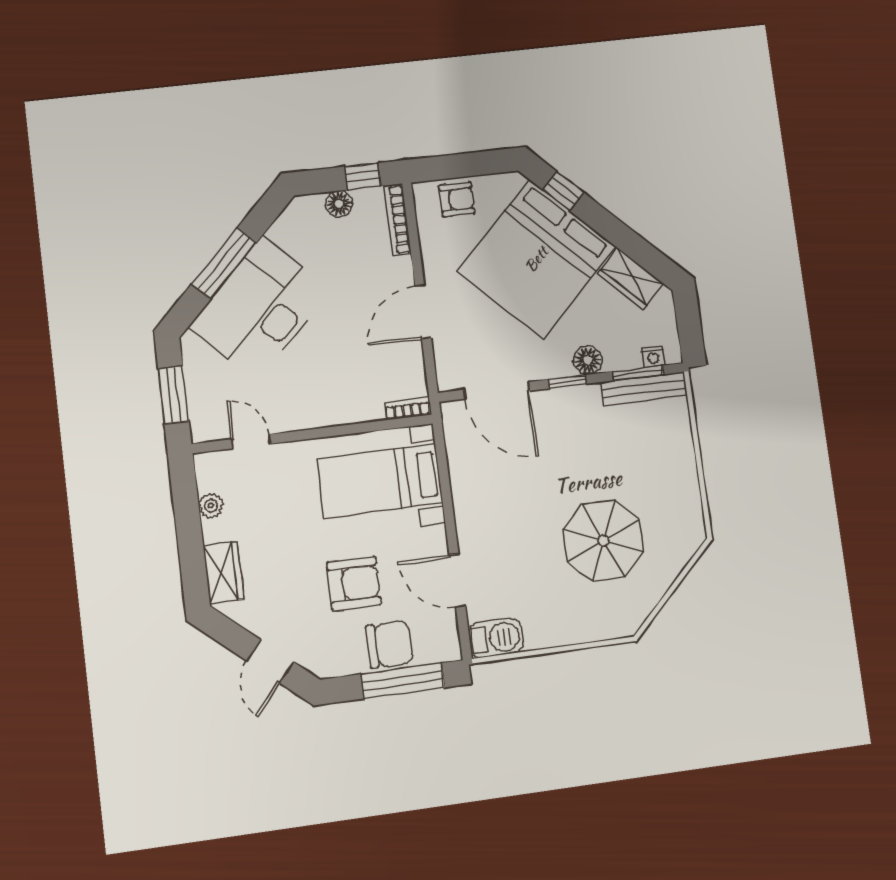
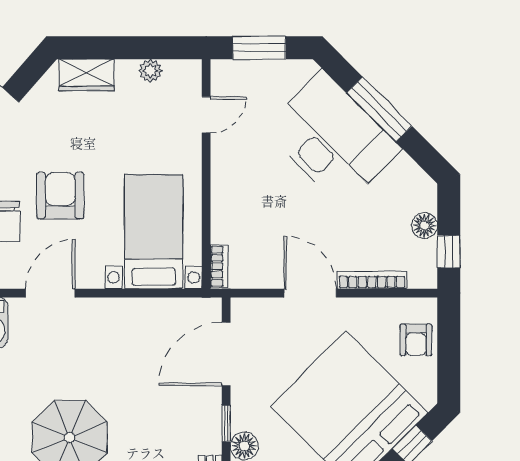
bookcase: (398, 220) -> (372, 280), moved
armchair: (354, 584) -> (60, 195), turned 180

